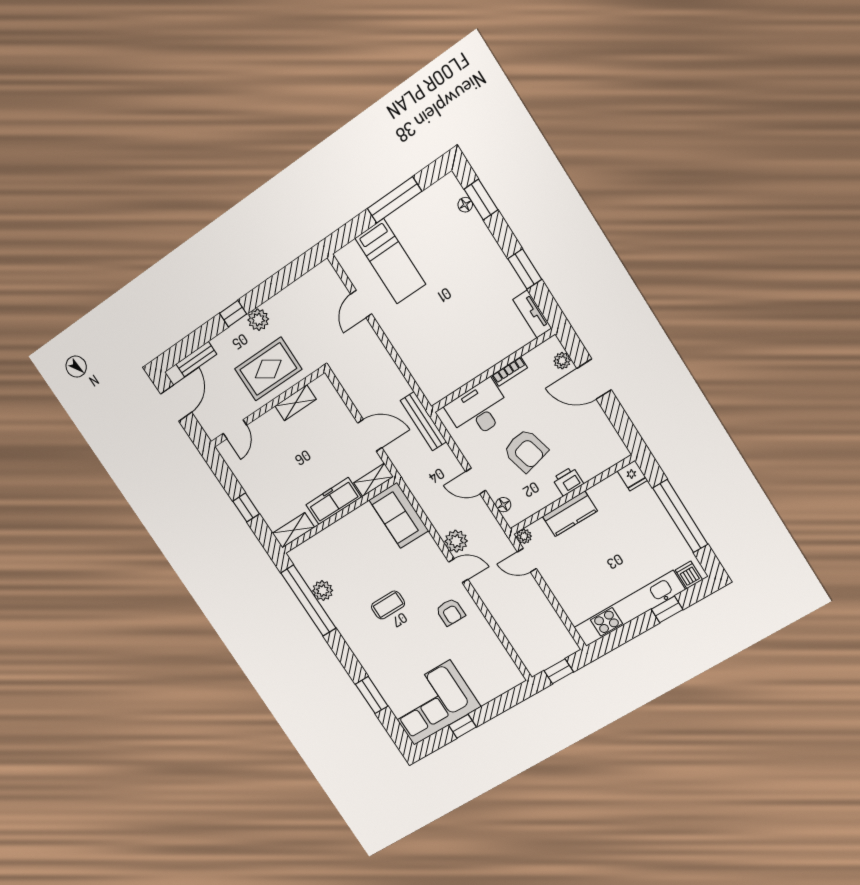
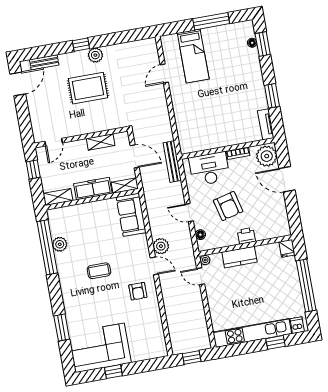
plant: (562, 361) -> (267, 156), width x1.88, depth x1.88
shelving: (296, 403) -> (101, 142), moved
wall: (267, 407) -> (81, 137), moved
door: (235, 429) -> (54, 142), moved

